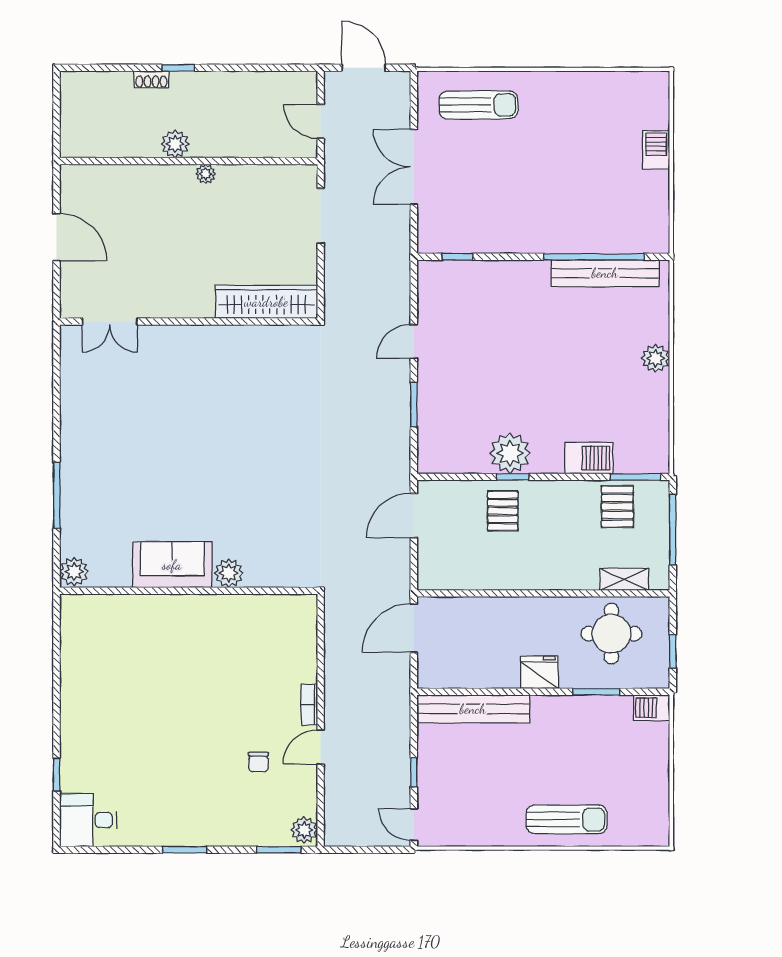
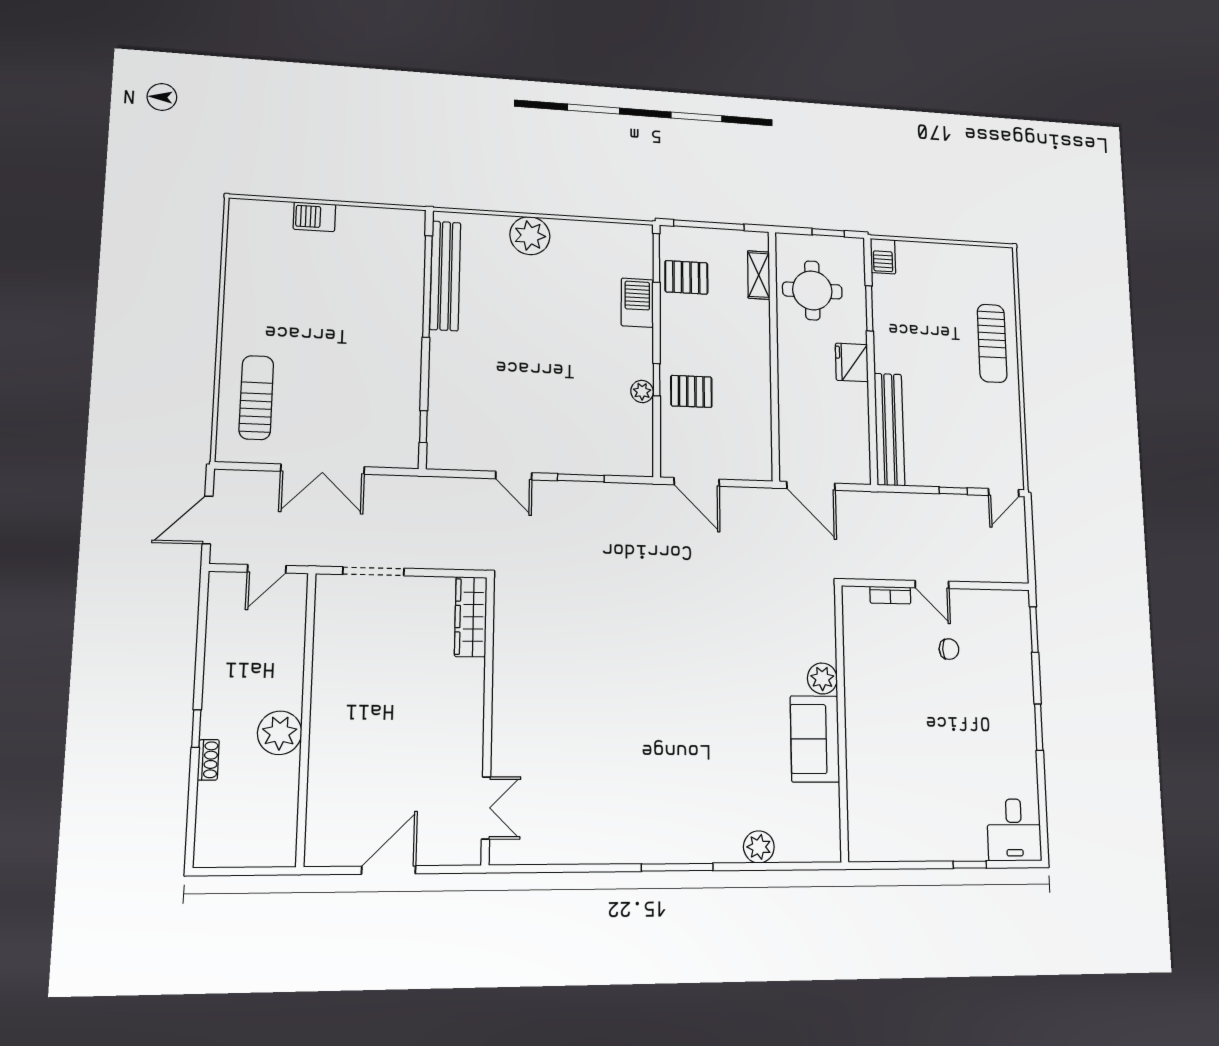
plant: (175, 144) -> (280, 733), width x1.36, depth x1.36
plant: (206, 174) -> (322, 698), removed
wardrobe: (266, 302) -> (471, 617), width x0.71, depth x0.85
plant: (656, 358) -> (530, 236), width x1.36, depth x1.36
plant: (510, 453) -> (642, 391), width x0.53, depth x0.53
sofa: (172, 565) -> (815, 739), moved
plant: (229, 573) -> (822, 678), moved
wall: (189, 591) -> (841, 722), moved
sun lounger: (567, 819) -> (992, 343), turned 180
plant: (304, 830) -> (1014, 603), removed

